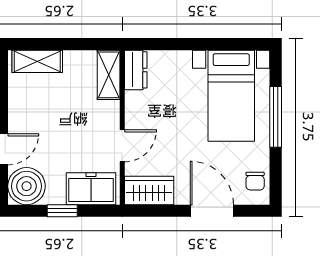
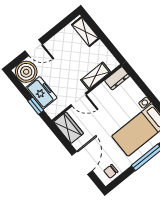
shelving: (109, 75) -> (96, 76), moved
freezer: (91, 189) -> (41, 93), moved
window: (62, 211) -> (36, 106), moved

